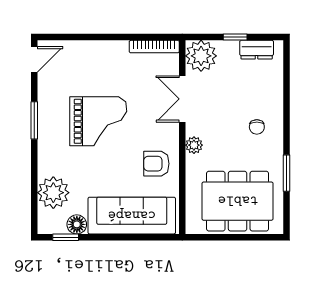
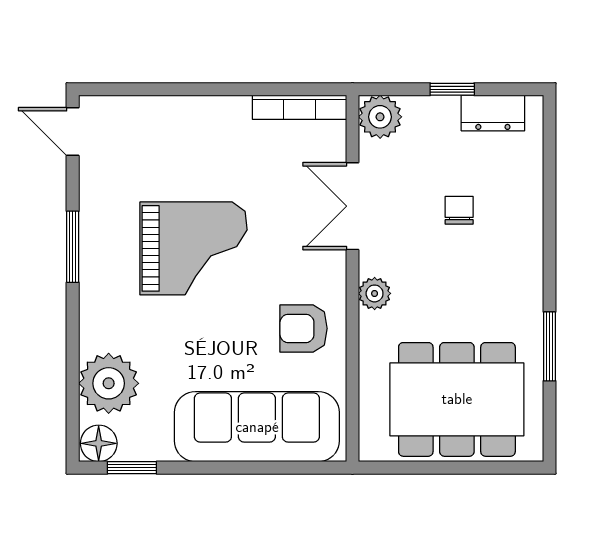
plant: (201, 56) -> (380, 117), width x0.73, depth x0.73
door: (34, 59) -> (73, 132), swing flipped
chair: (257, 127) -> (459, 210), moved, turned 180
floor lamp: (77, 224) -> (99, 443), moved

